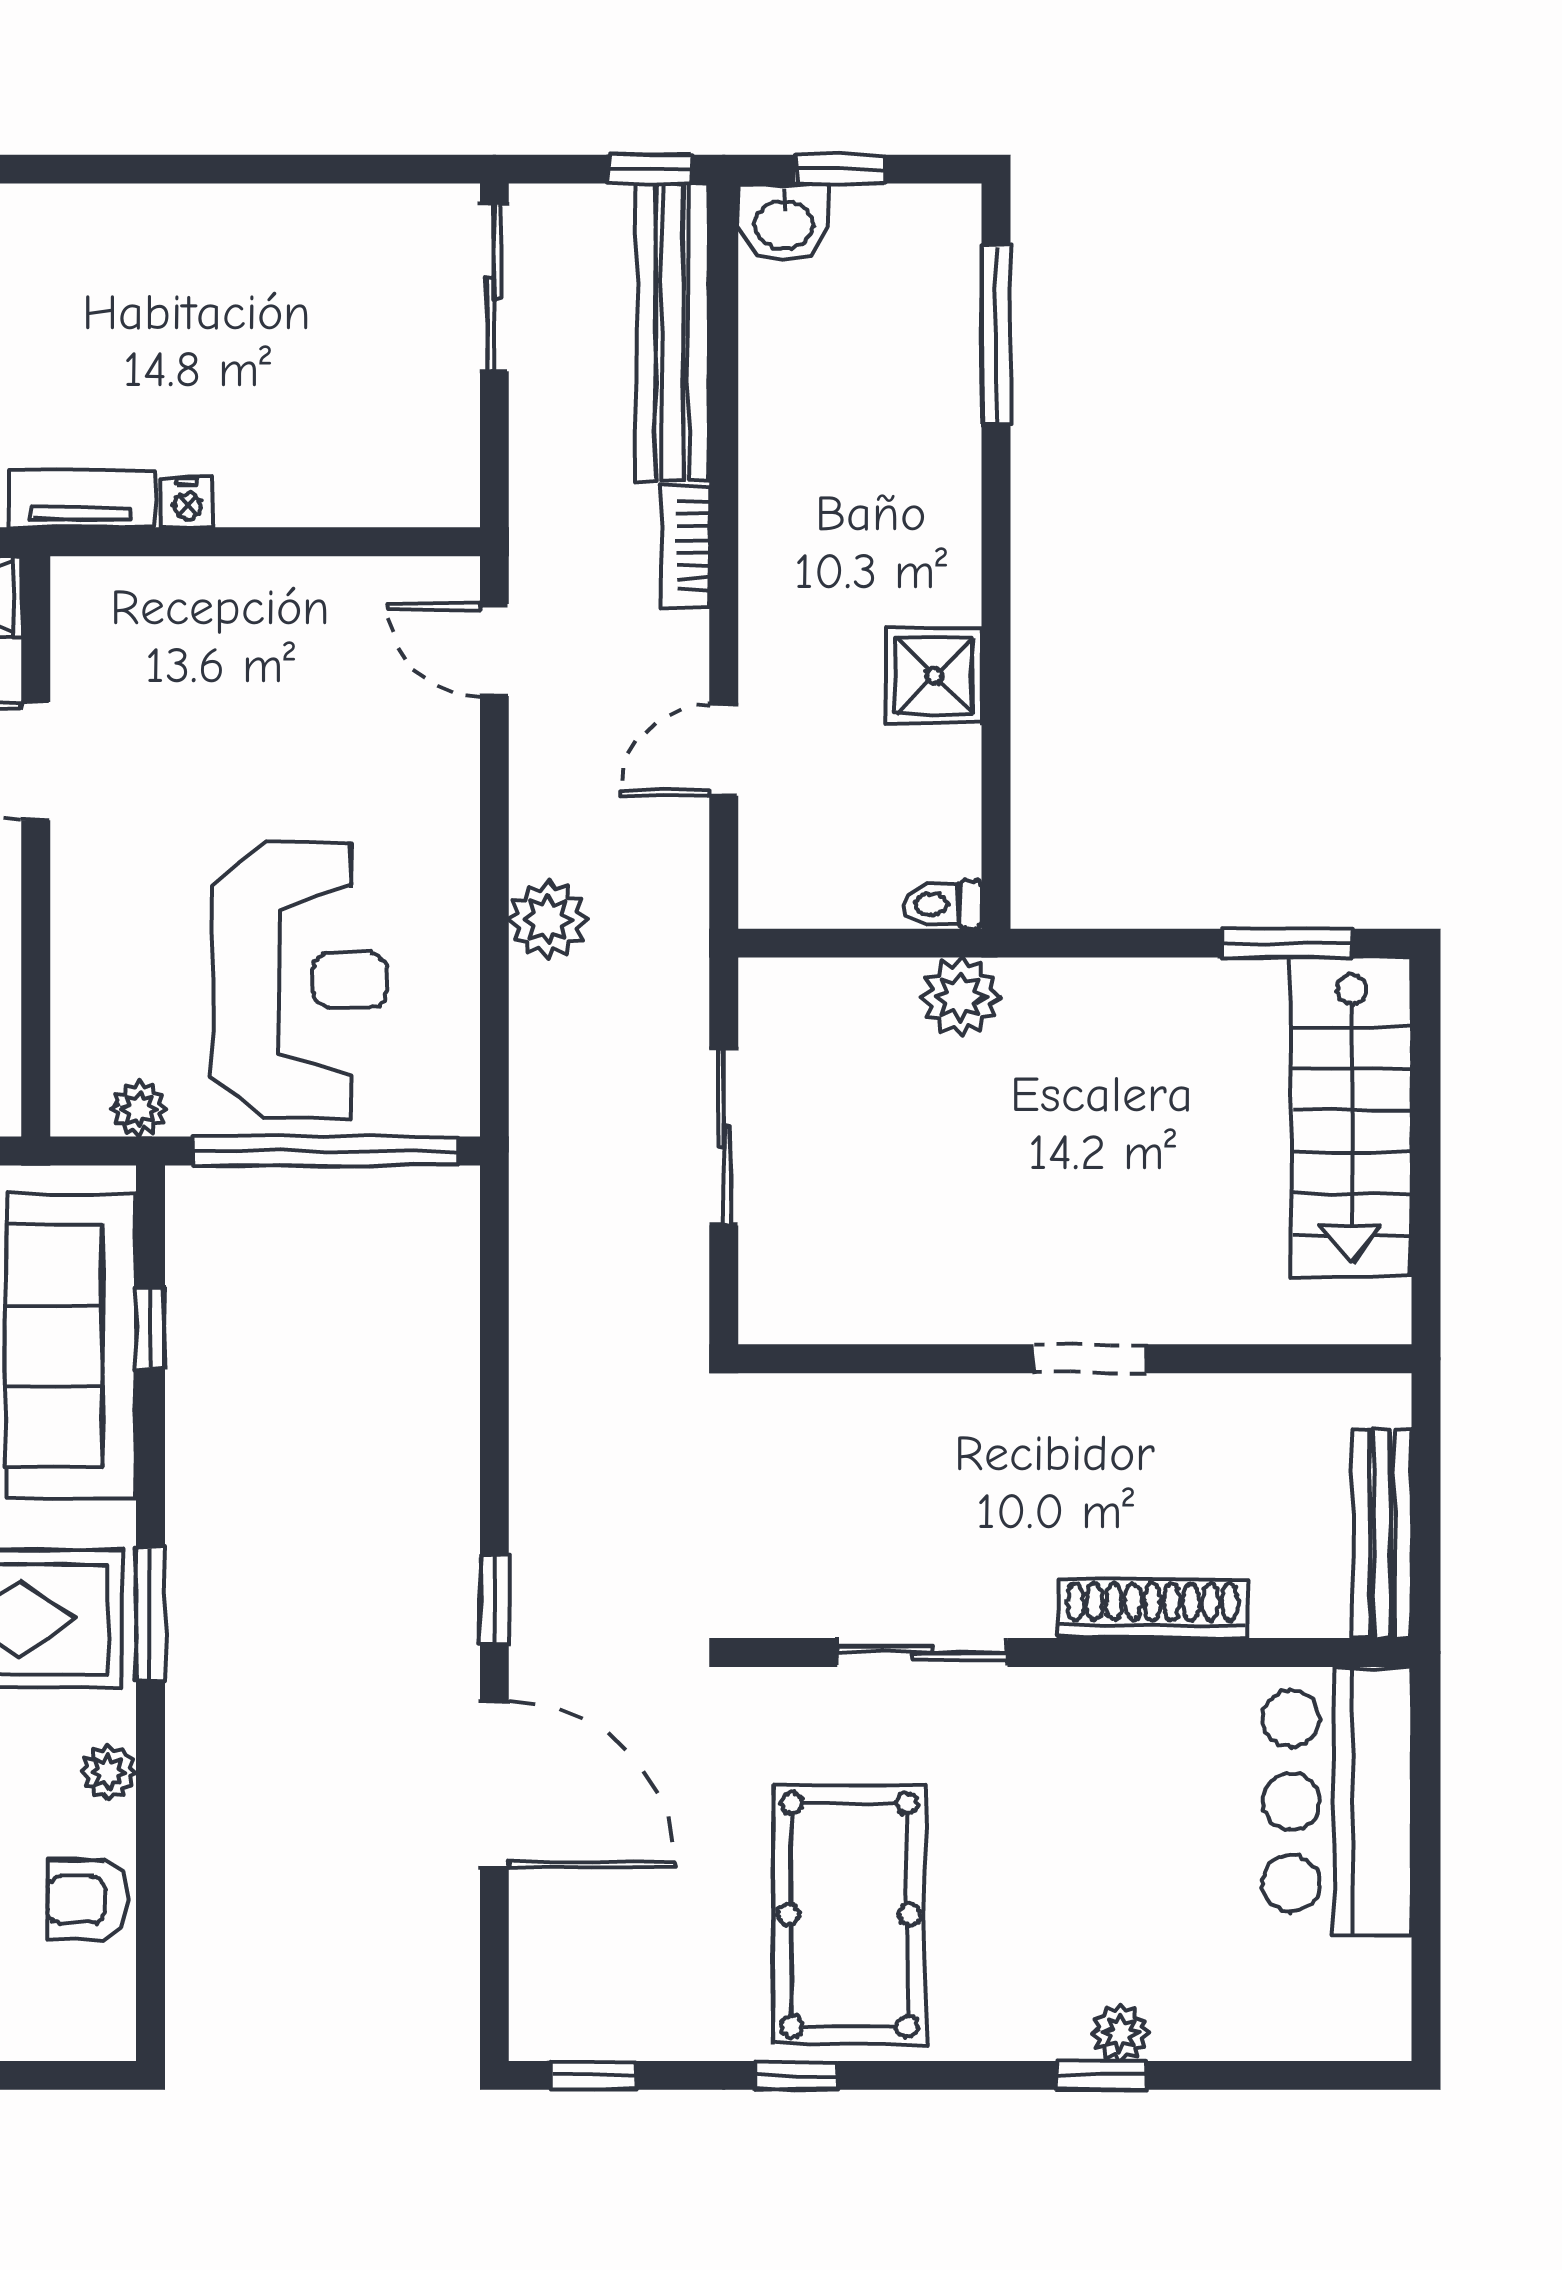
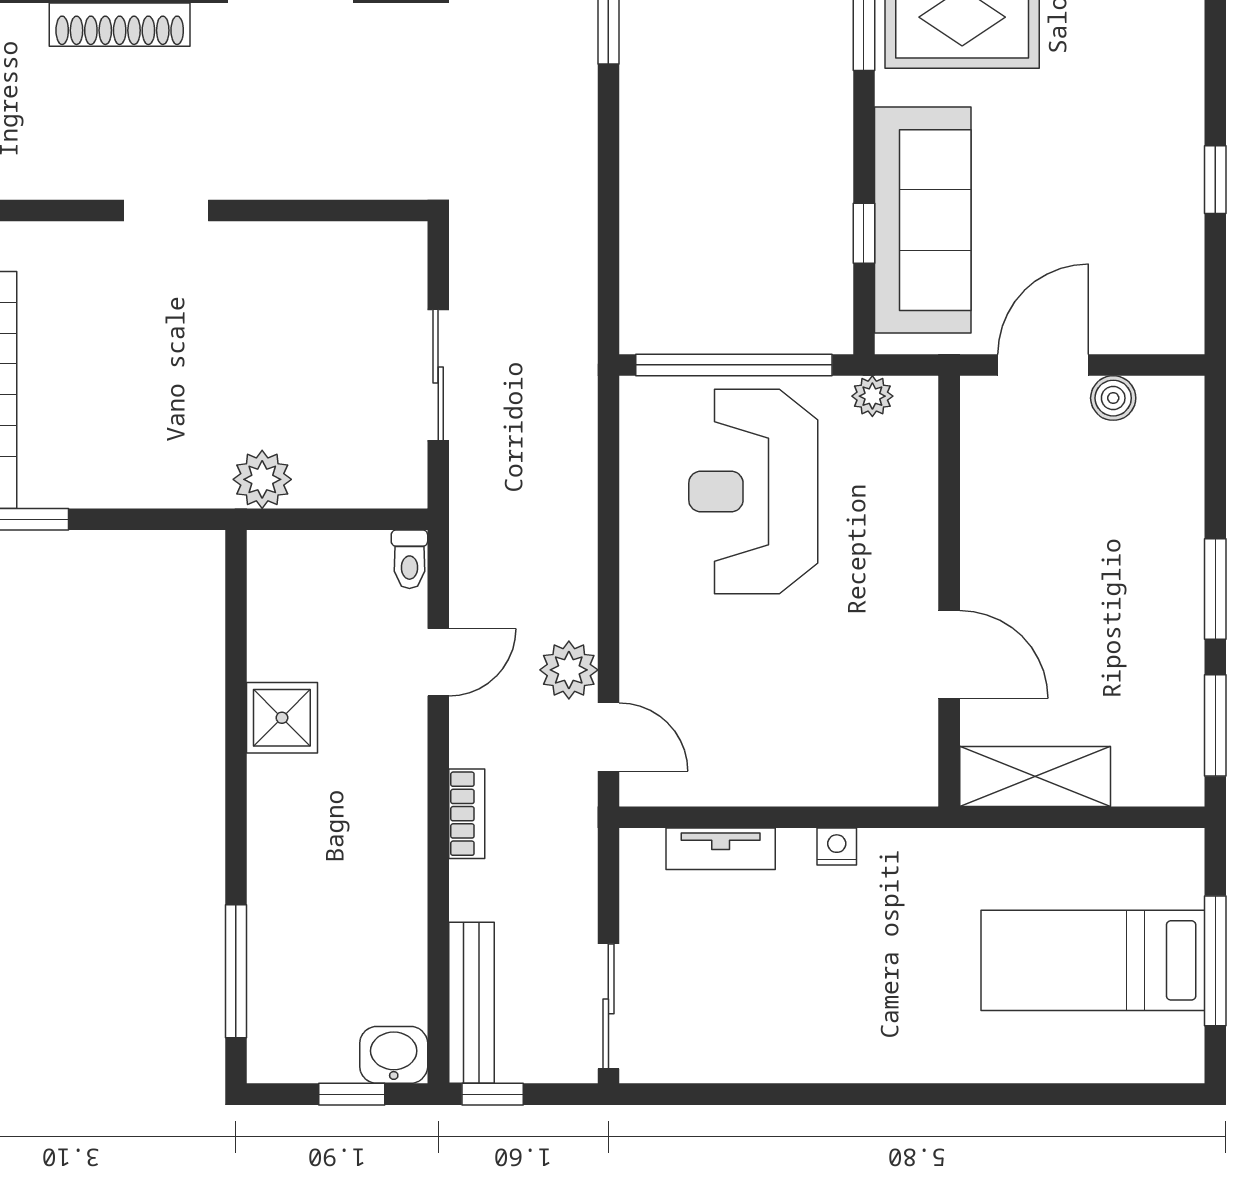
bench: (672, 332) -> (471, 1003), width x0.73, depth x0.82
tv unit: (82, 499) -> (721, 849), moved
toilet: (942, 904) -> (409, 559), moved, turned 90
plant: (548, 920) -> (569, 670), moved

